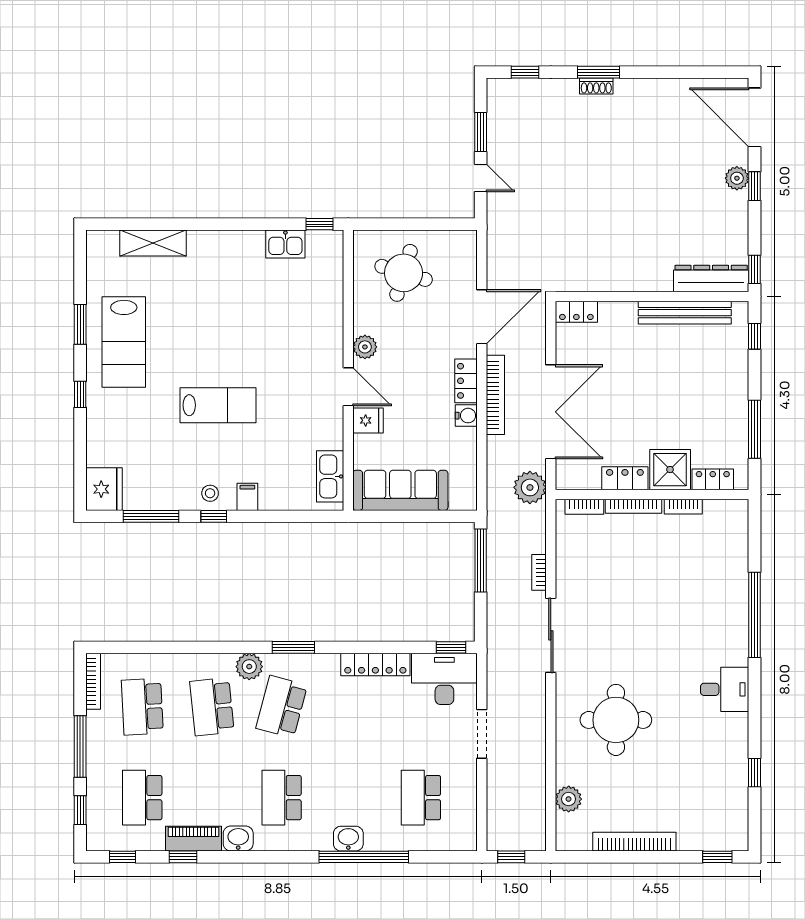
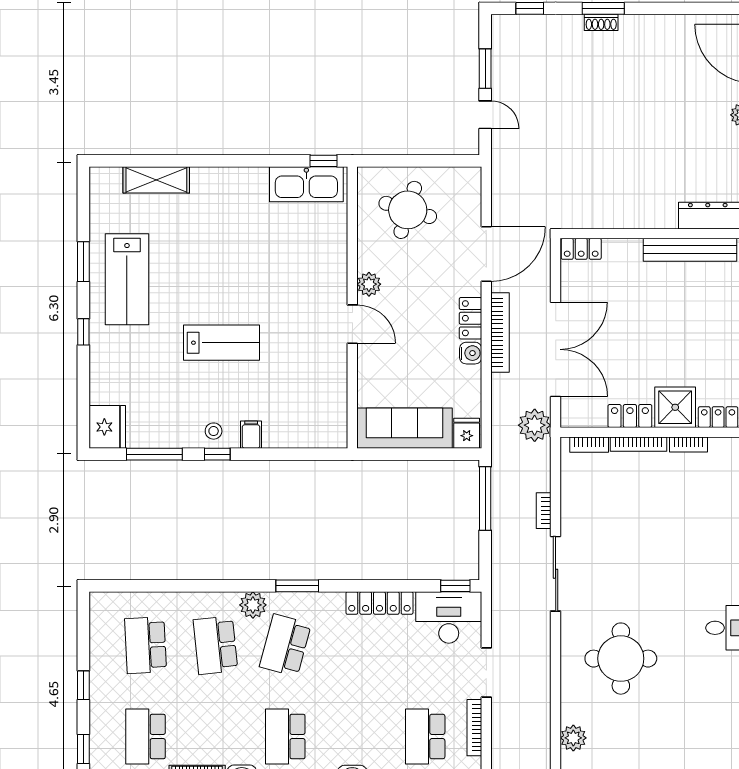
kitchen sink: (285, 244) -> (306, 184), width x1.87, depth x1.24
fridge: (368, 420) -> (467, 433), moved, turned -90
kitchen sink: (330, 476) -> (334, 414), removed
bookcase: (93, 681) -> (474, 728), moved, turned 180
window: (80, 747) -> (83, 685), width x0.46

